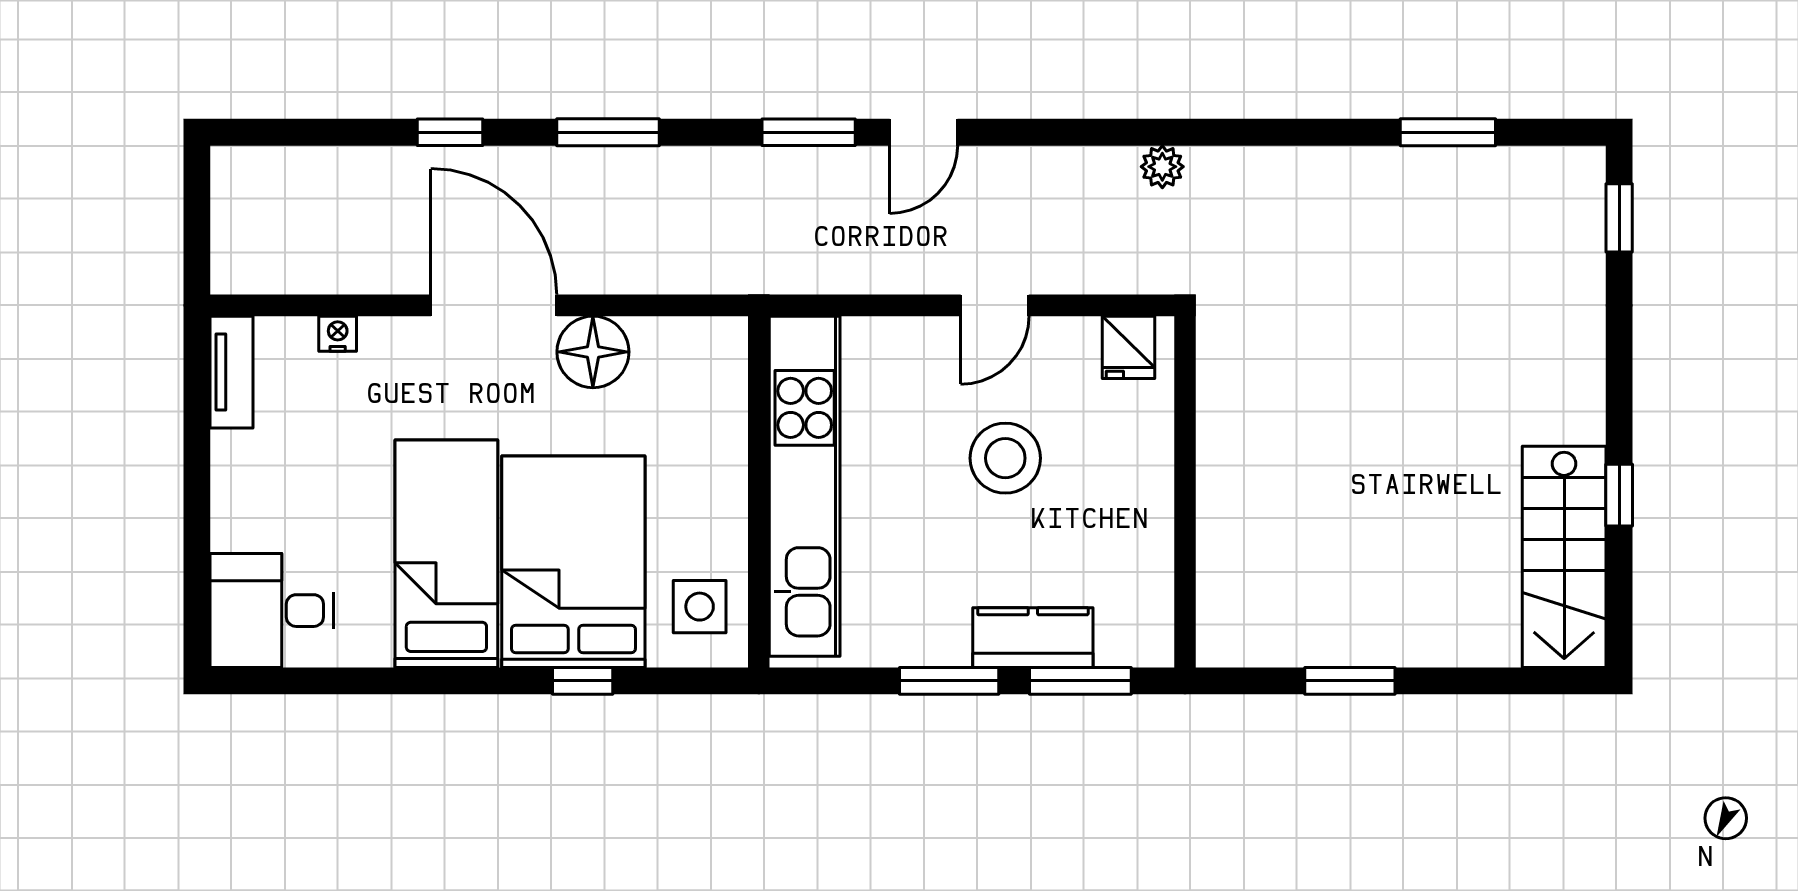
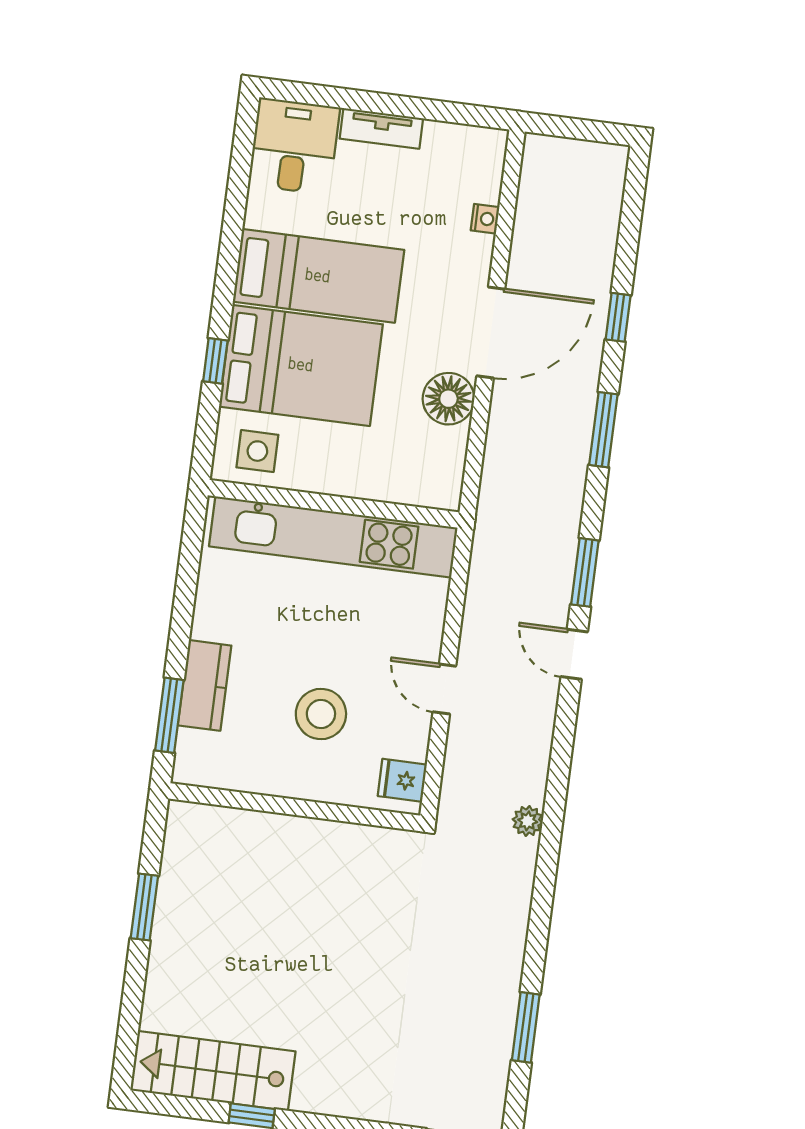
tv unit: (232, 372) -> (381, 128), moved
stool: (1005, 458) -> (321, 714), moved
window: (949, 681) -> (181, 622), removed

